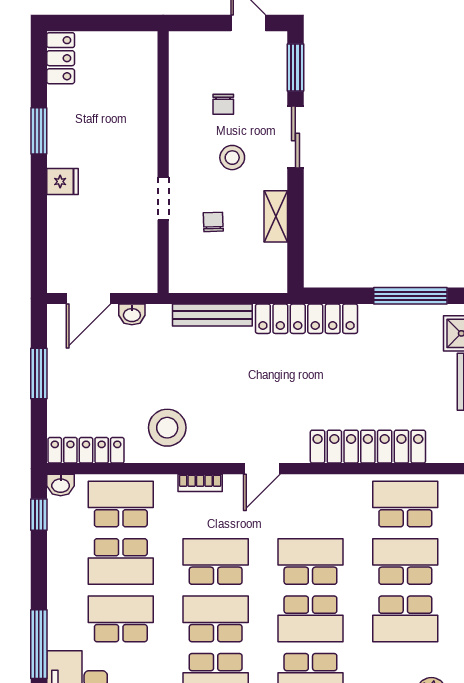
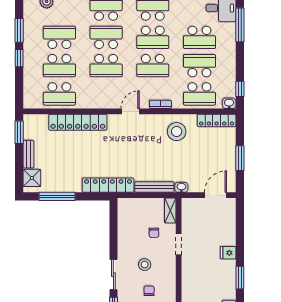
shelving: (276, 216) -> (170, 210), moved
washbasin: (132, 314) -> (181, 187), moved

